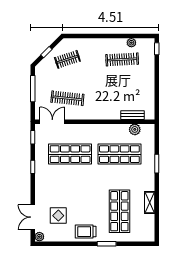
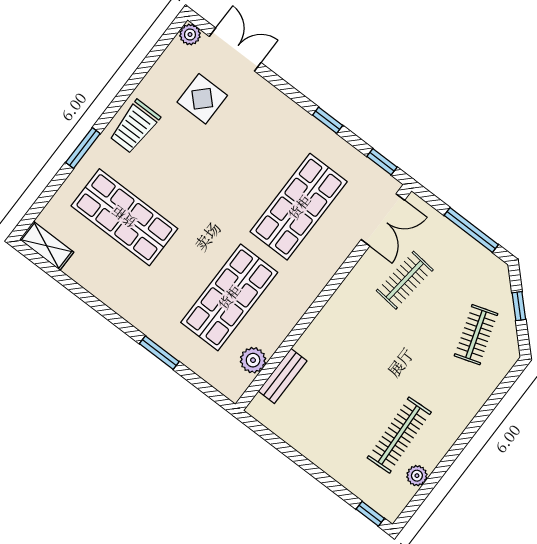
clothes rail: (67, 98) -> (405, 280), width x0.73
shelving: (150, 202) -> (47, 246), moved
trolley: (86, 232) -> (135, 127), turned 180

